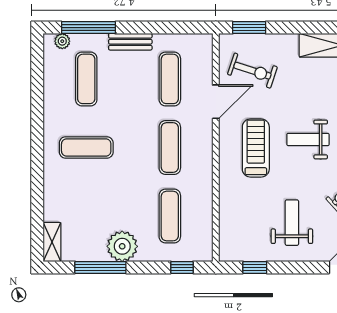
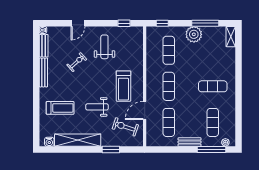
window: (249, 28) -> (111, 149), moved
weight bench: (308, 139) -> (97, 107), moved, turned 180
weight bench: (292, 223) -> (104, 47), turned 180

